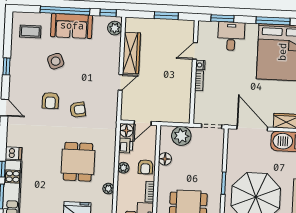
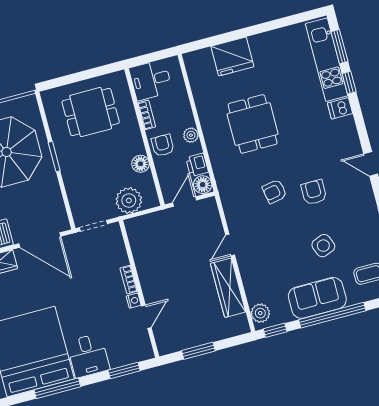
desk: (231, 36) -> (88, 356), moved
plant: (108, 189) -> (202, 102), removed

